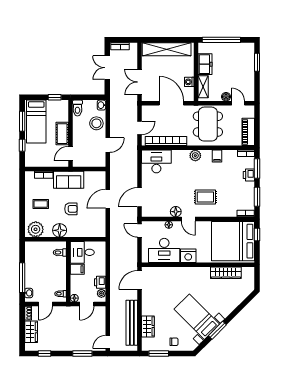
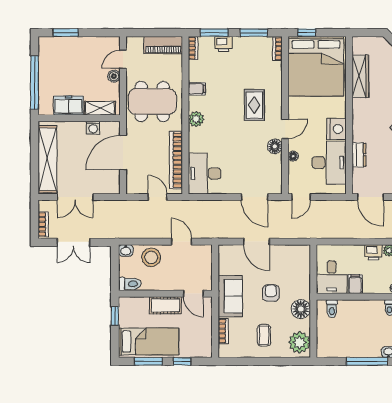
double door: (140, 82) -> (75, 197), moved
dresser: (170, 272) -> (359, 155), added

